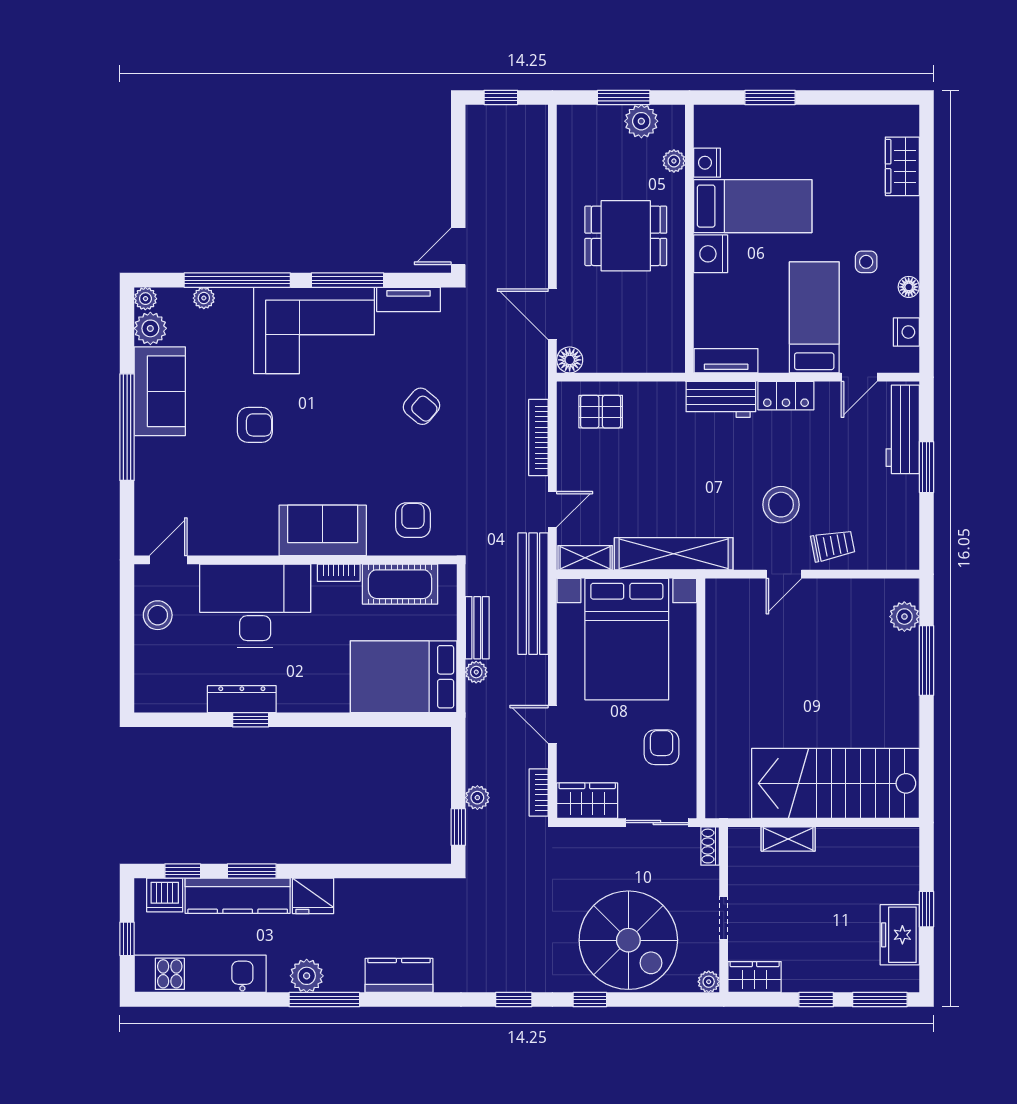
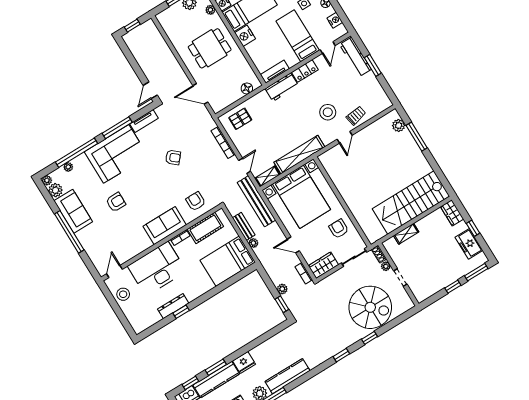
floor lamp: (570, 360) -> (247, 88), moved
kitchen counter: (399, 975) -> (287, 376), width x1.50
wardrobe: (755, 977) -> (452, 213), moved, turned -90
plant: (709, 982) -> (386, 266), moved

